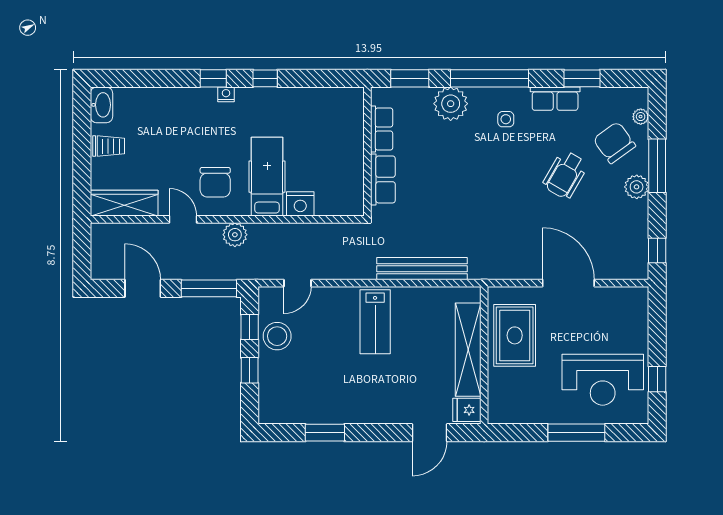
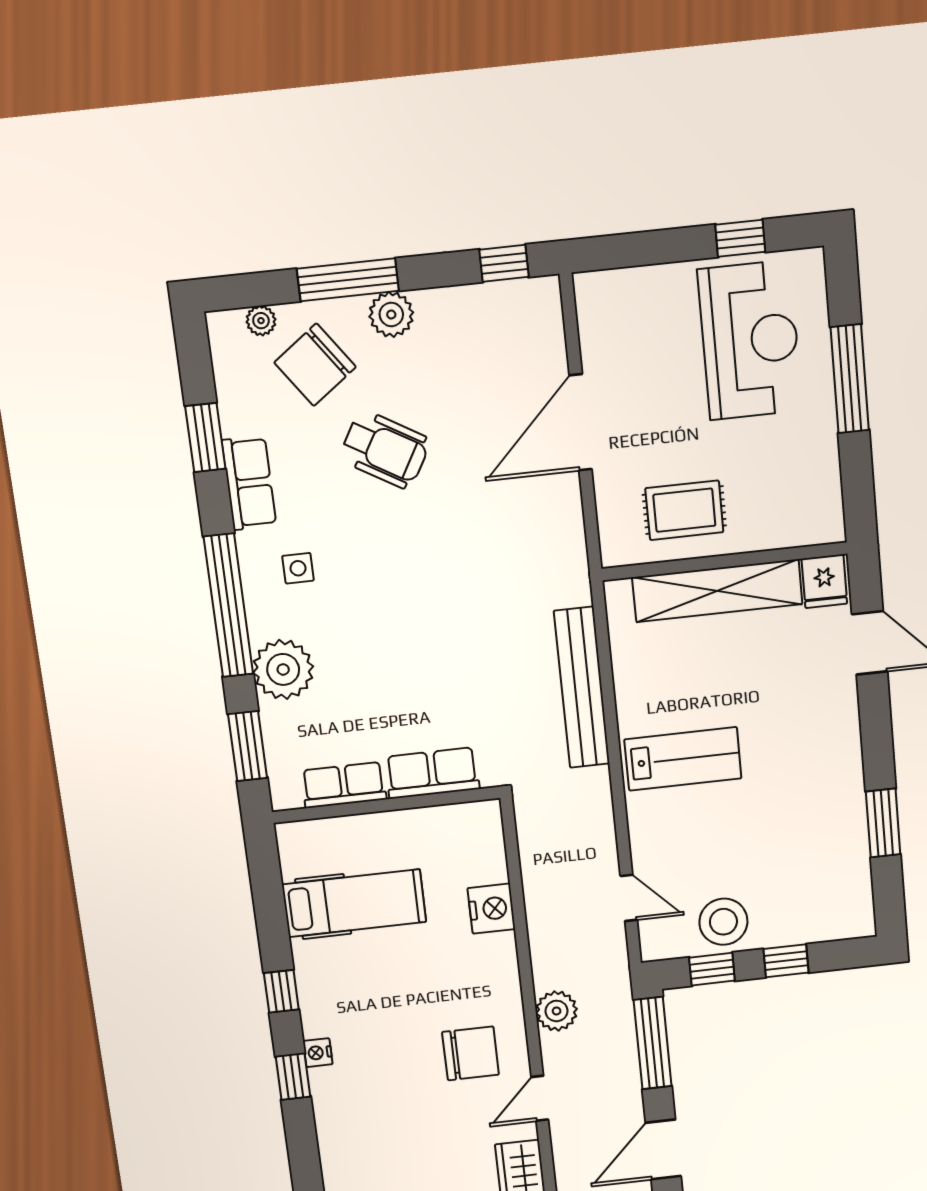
hospital bed: (267, 177) -> (354, 903), moved, turned 180
rug: (515, 335) -> (684, 510), width x0.73, depth x0.70

